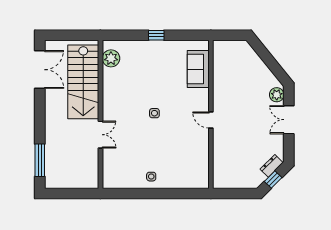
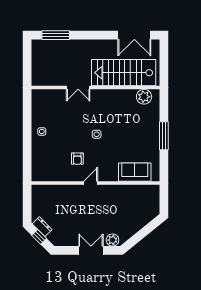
window: (156, 35) -> (164, 136), width x2.17
armchair: (183, 135) -> (77, 159), added
dresser: (272, 166) -> (42, 227), moved

